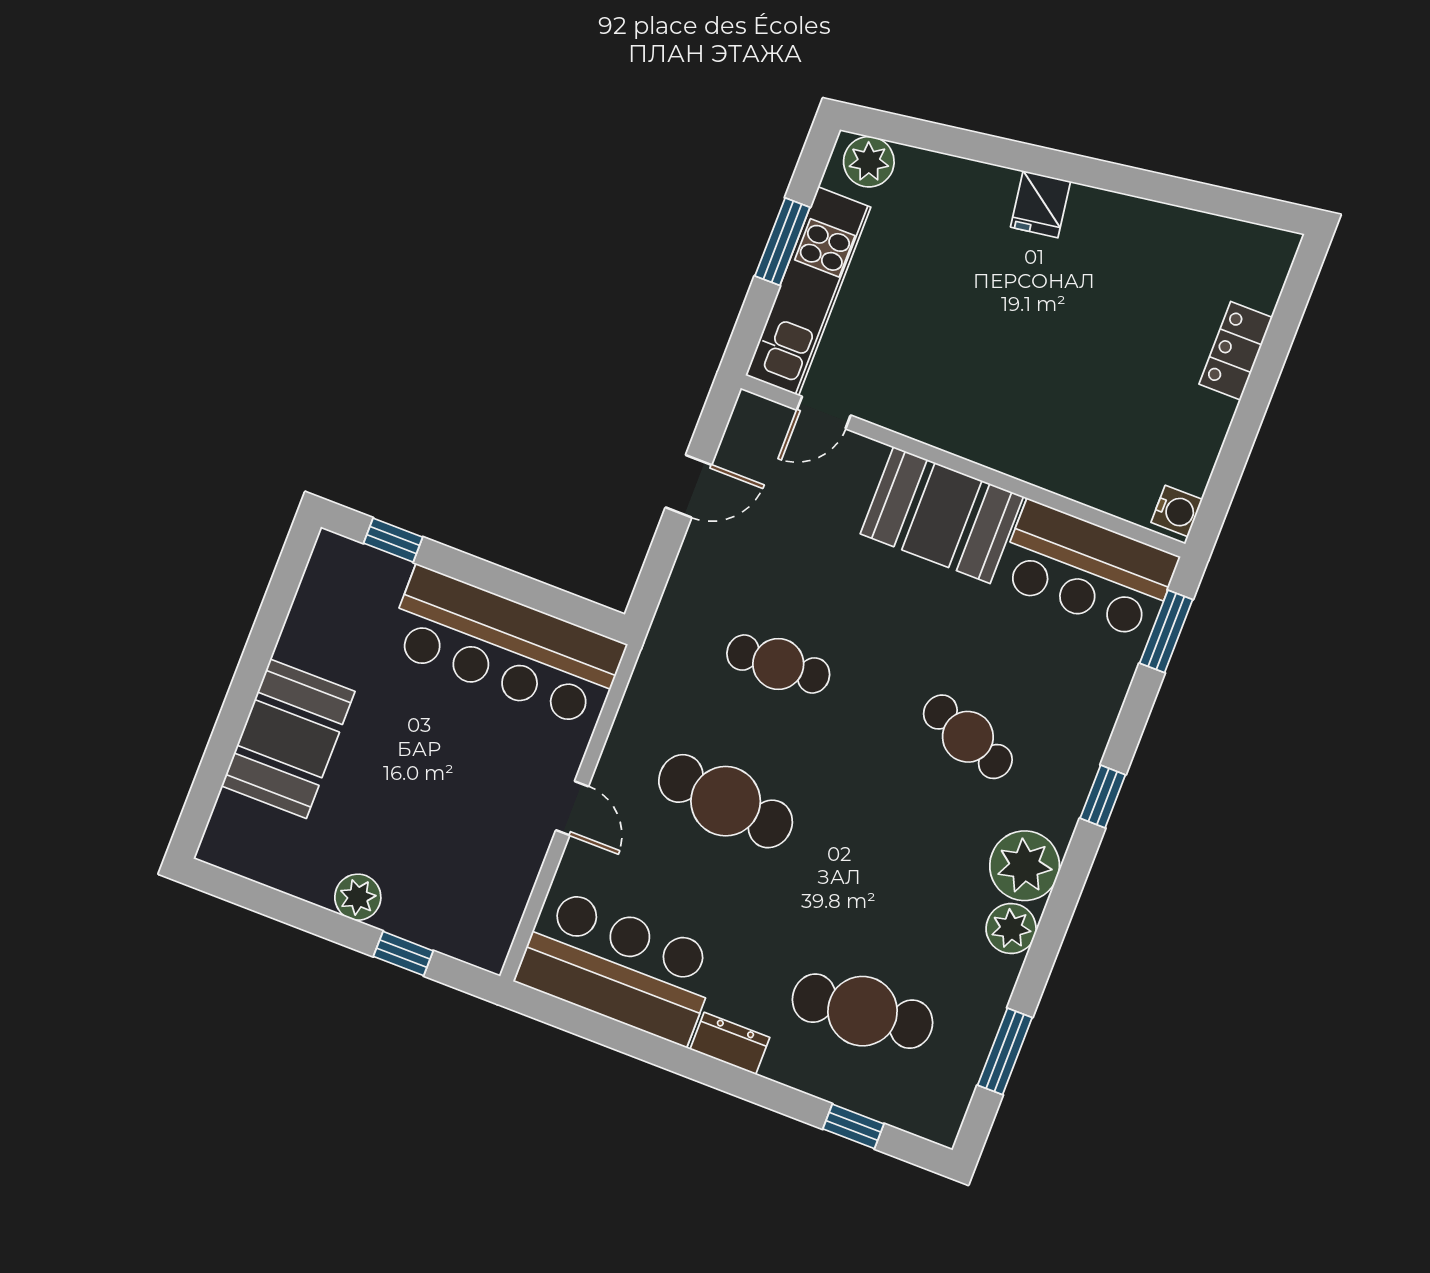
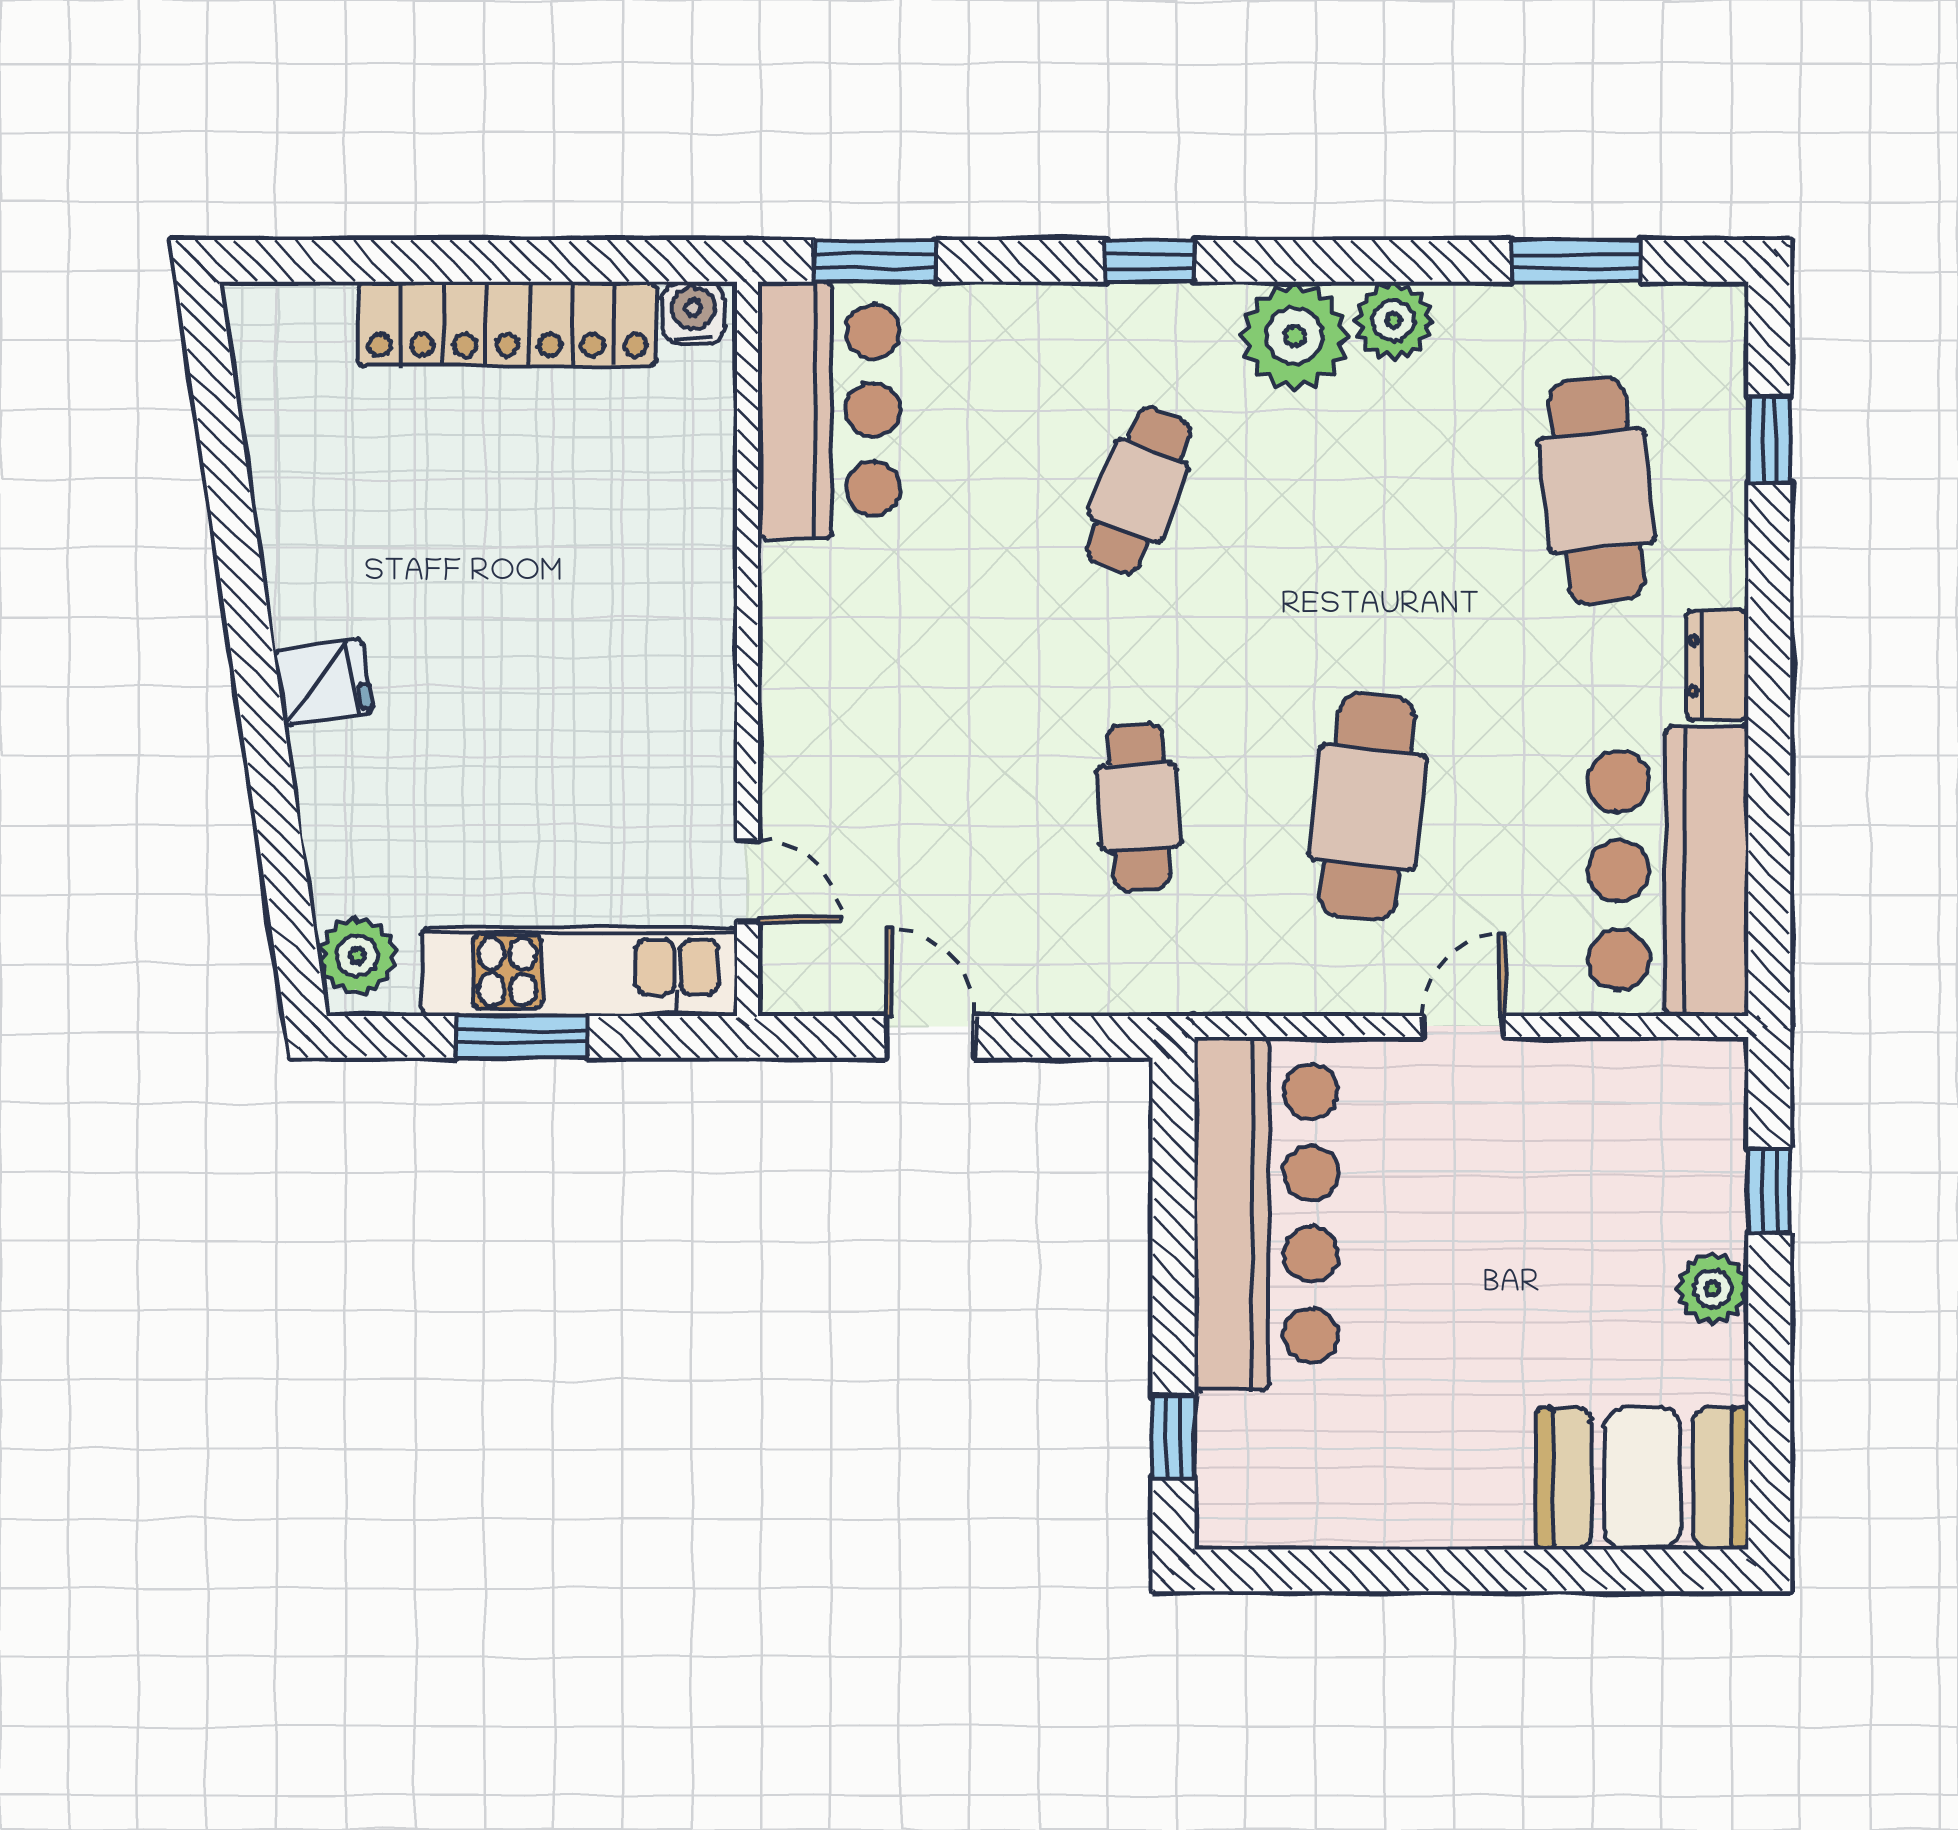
locker: (1236, 351) -> (508, 324), width x2.16, depth x1.21
booth: (942, 515) -> (831, 652), removed
booth: (288, 739) -> (1642, 1478), moved

